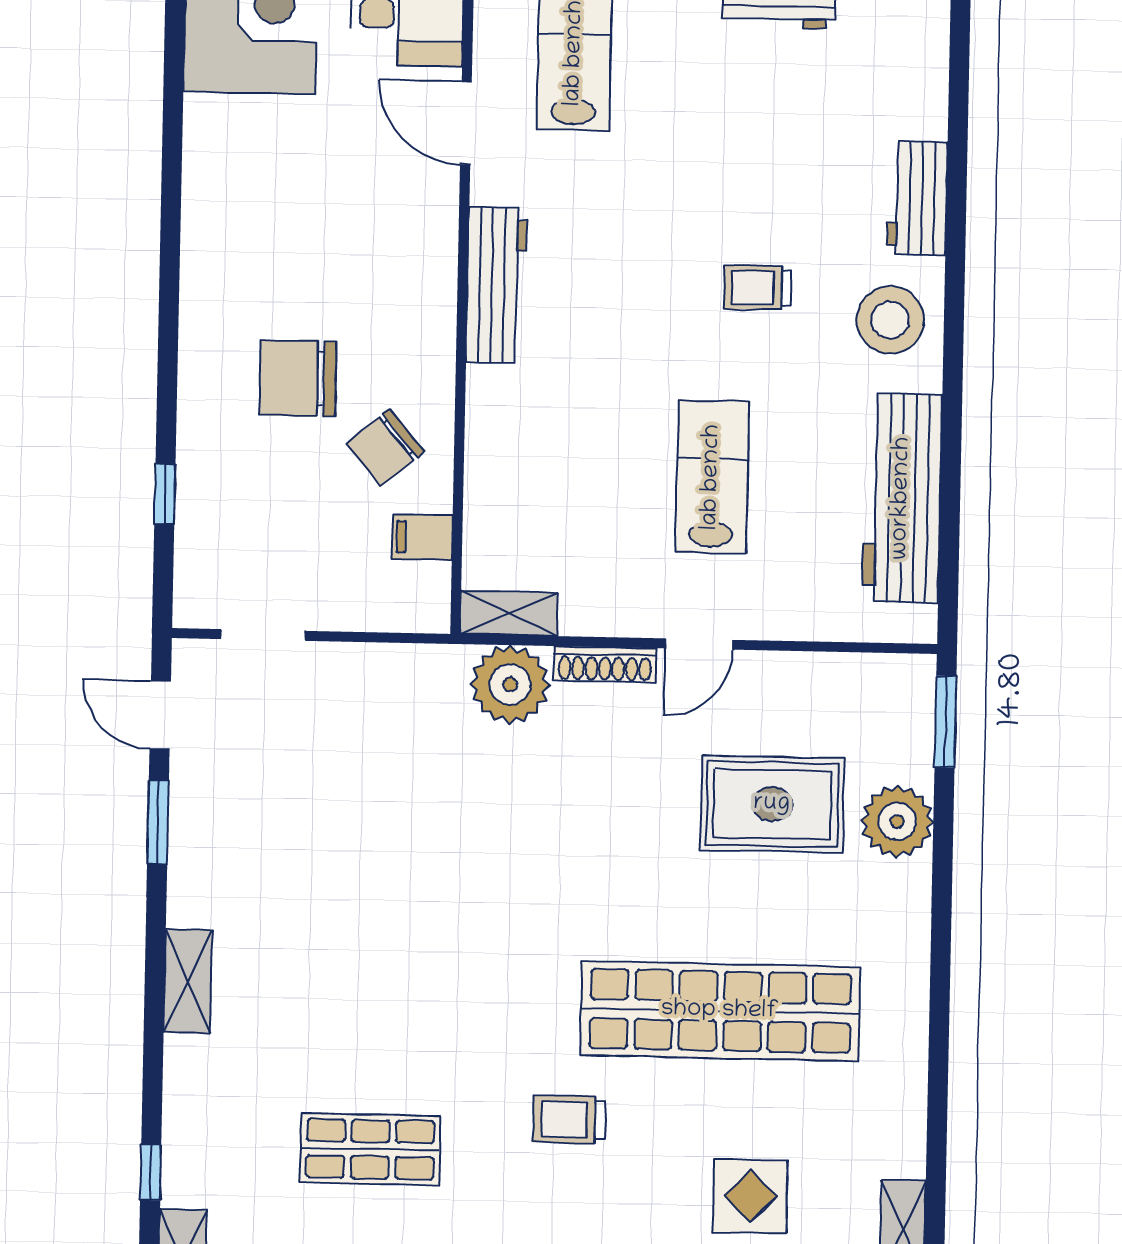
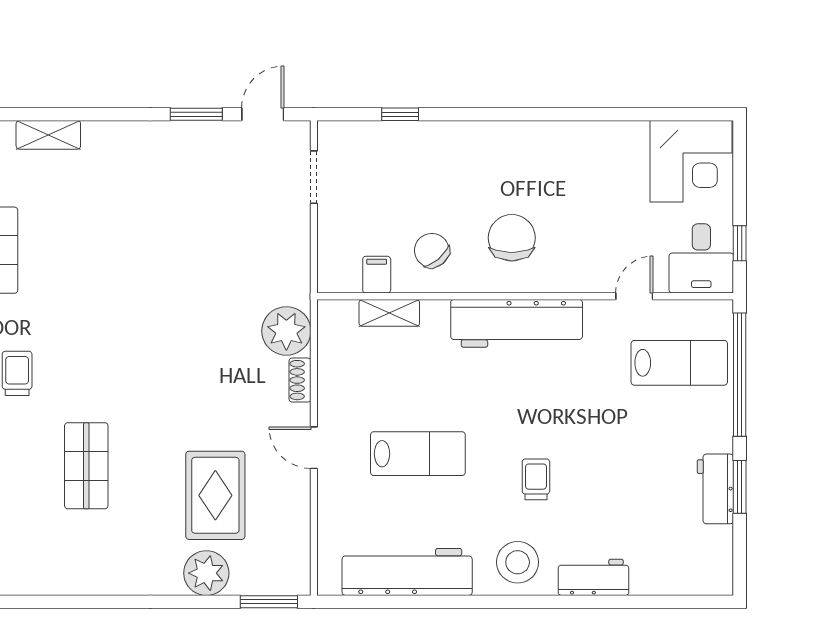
door: (466, 123) -> (634, 296), width x0.73
workbench: (497, 285) -> (517, 323), width x1.36, depth x1.32
chair: (298, 378) -> (512, 238), moved
shelving: (509, 613) -> (389, 313), moved, turned 90
shoe rack: (605, 664) -> (300, 380), width x0.70
shelving: (188, 981) -> (48, 135), moved
shop shelf: (720, 1011) -> (86, 466), width x0.50, depth x0.74

